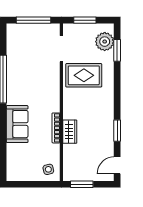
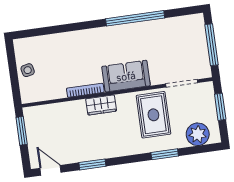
window: (117, 50) -> (165, 154), moved
sofa: (17, 124) -> (126, 76), moved, turned 180
wardrobe: (70, 132) -> (101, 105), moved
side table: (48, 169) -> (28, 70), moved

